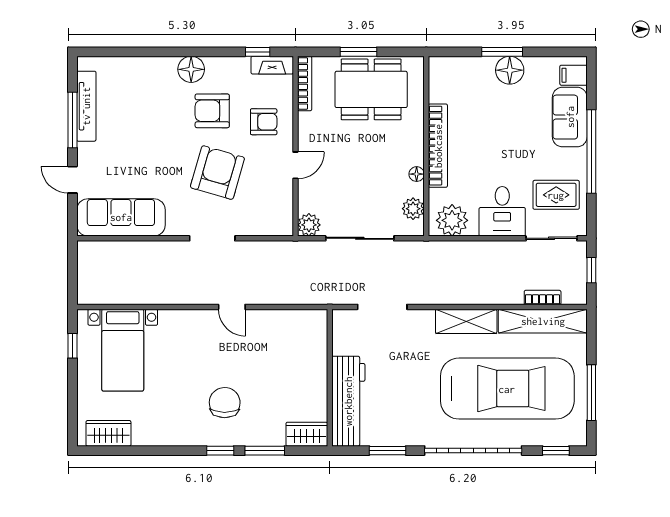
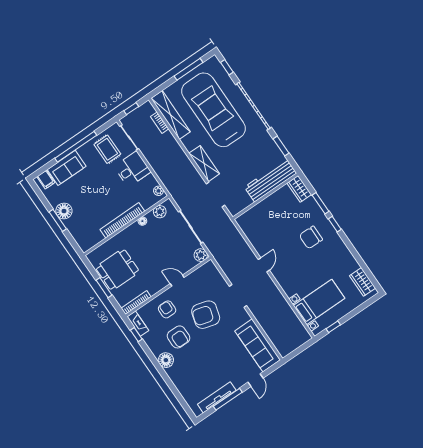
dining table: (371, 89) -> (117, 270), width x0.73
plant: (452, 220) -> (158, 191), width x0.53, depth x0.53
shelving: (466, 321) -> (204, 164), moved

